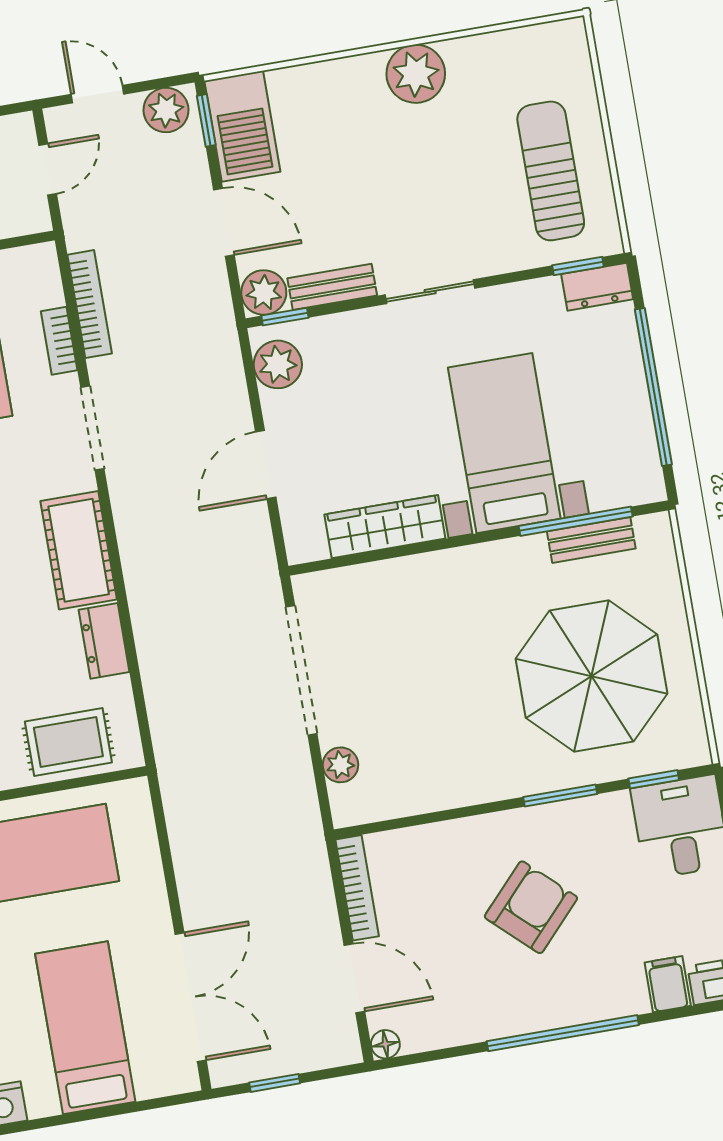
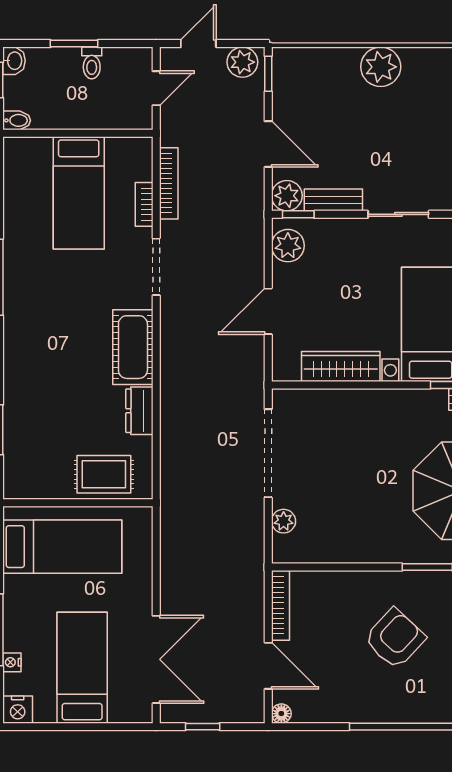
plant: (416, 74) -> (381, 67), moved
door: (97, 94) -> (198, 44), hinge flipped
barbecue: (242, 126) -> (292, 82), removed

